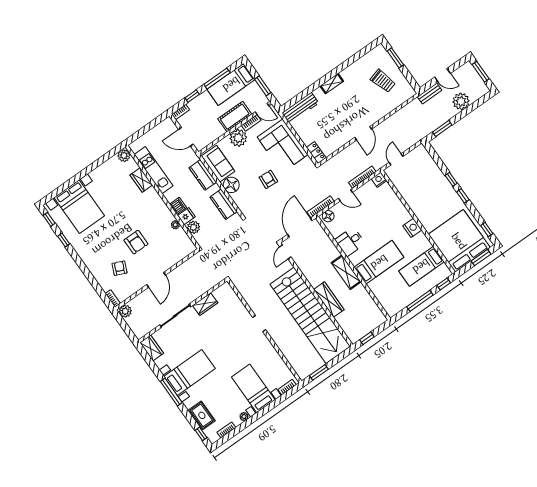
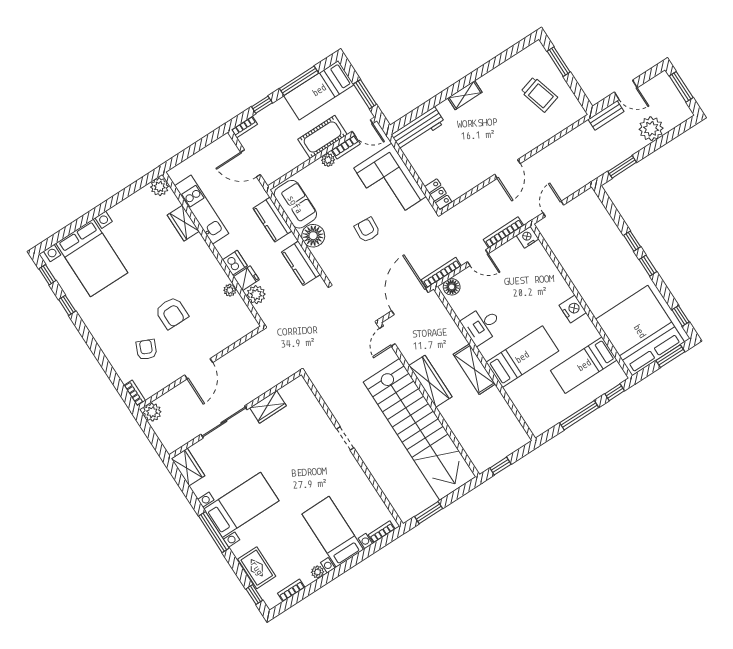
plant: (238, 138) -> (328, 160), width x0.53, depth x0.53
wardrobe: (329, 300) -> (430, 381), moved

